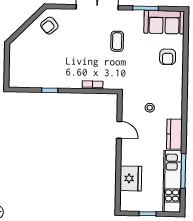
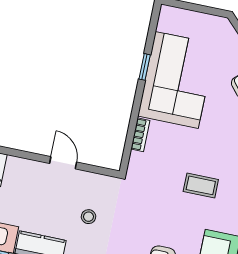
corner sofa: (54, 69) -> (177, 80), added
door: (119, 130) -> (63, 163), swing flipped

